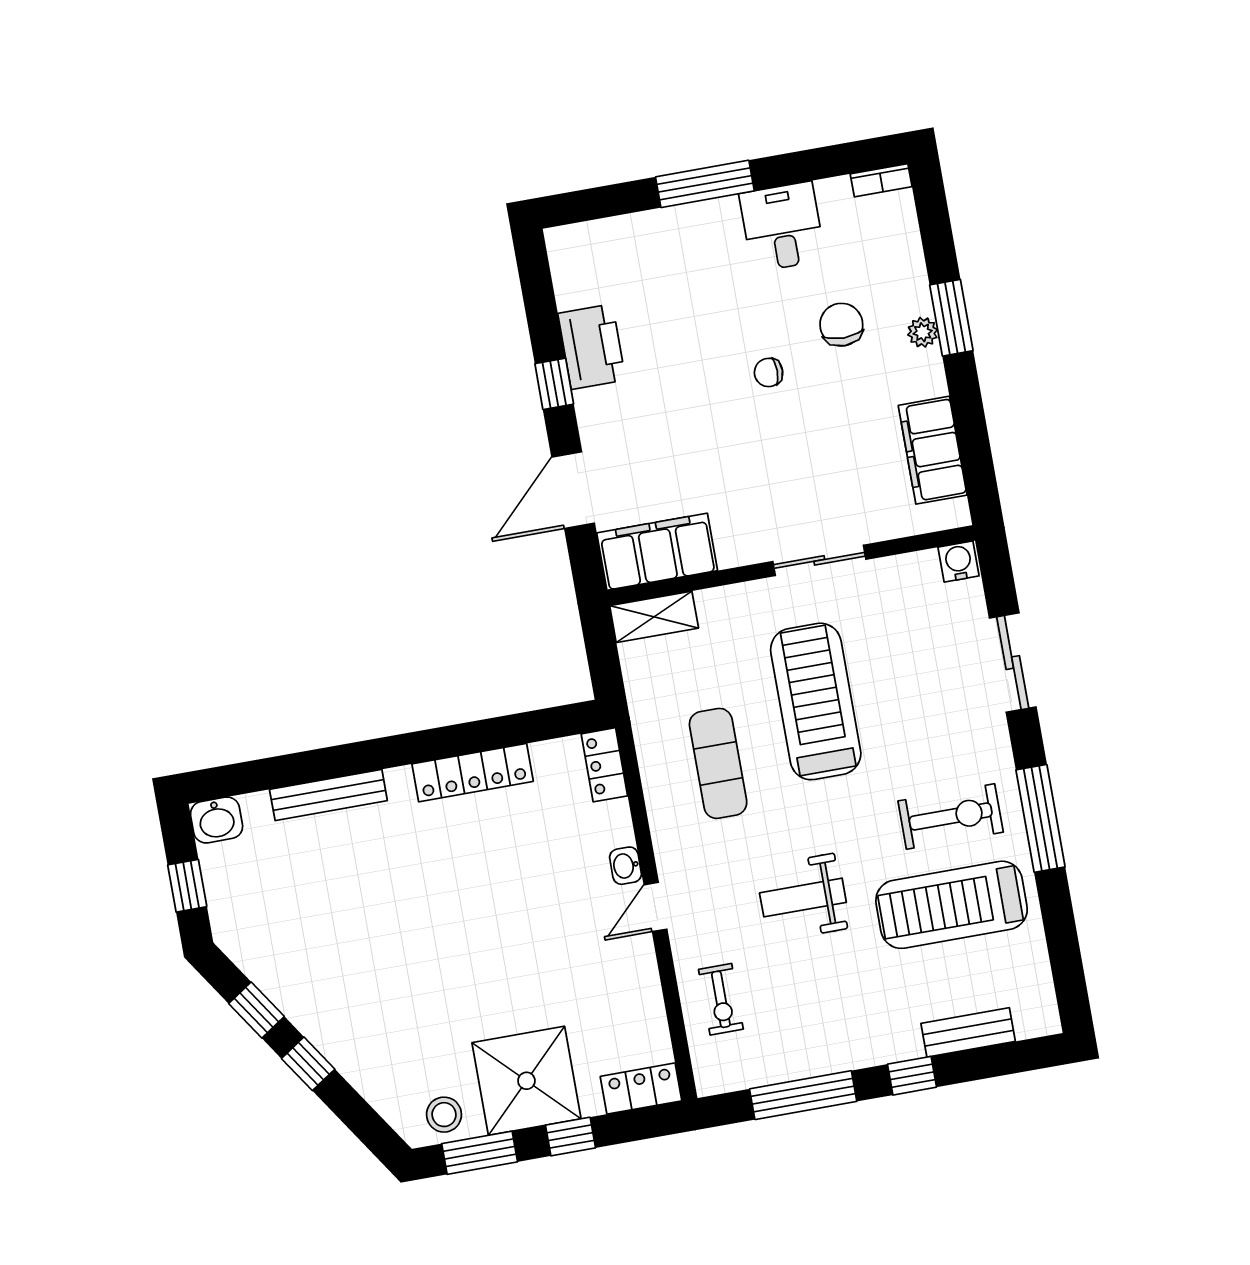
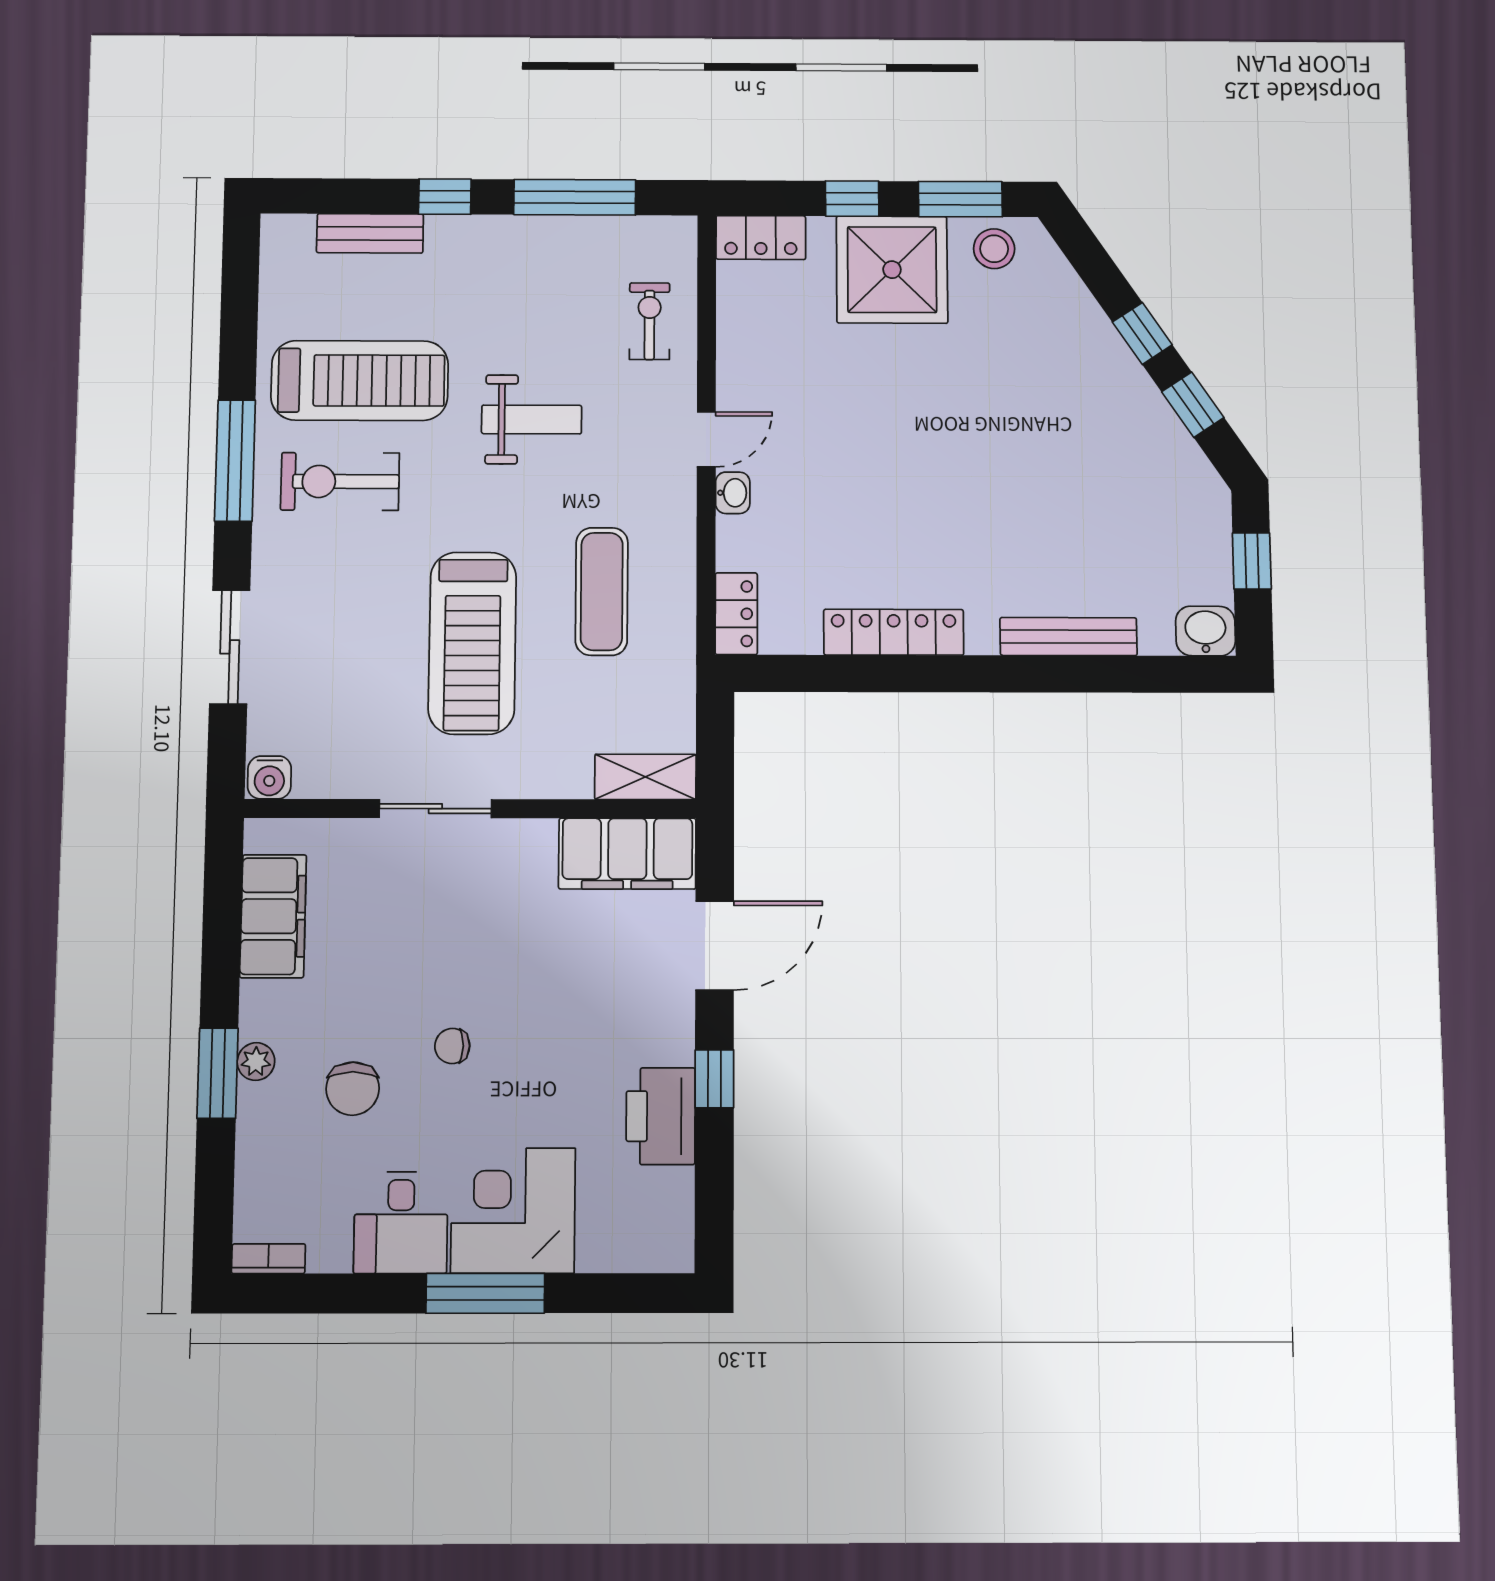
corner desk: (695, 252) -> (513, 1211), added
chair: (769, 372) -> (452, 1046), turned 180

